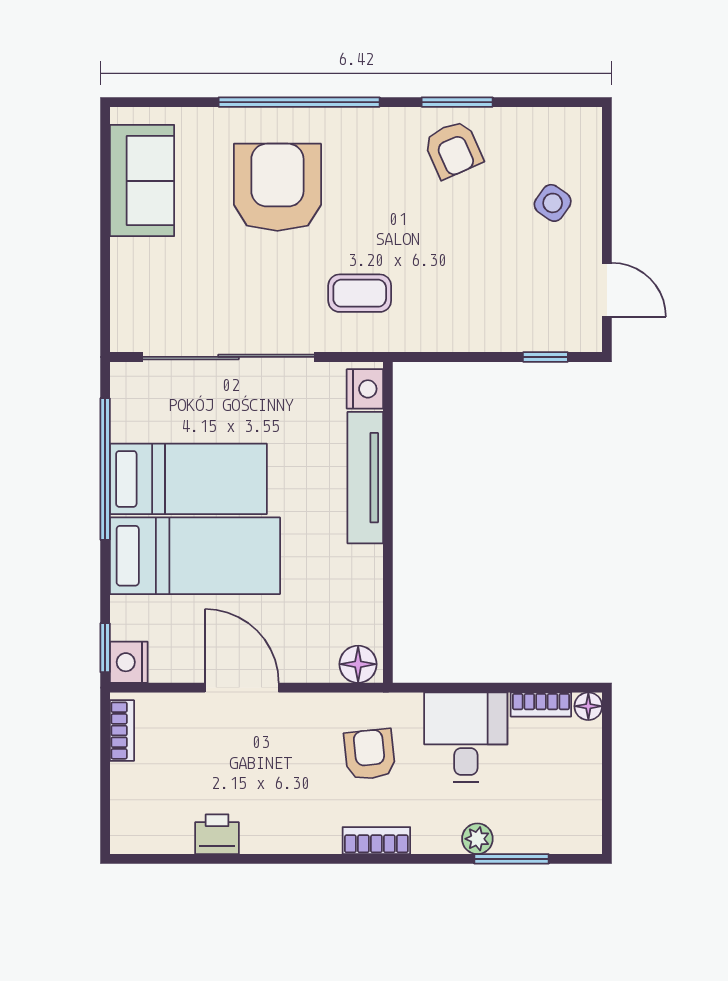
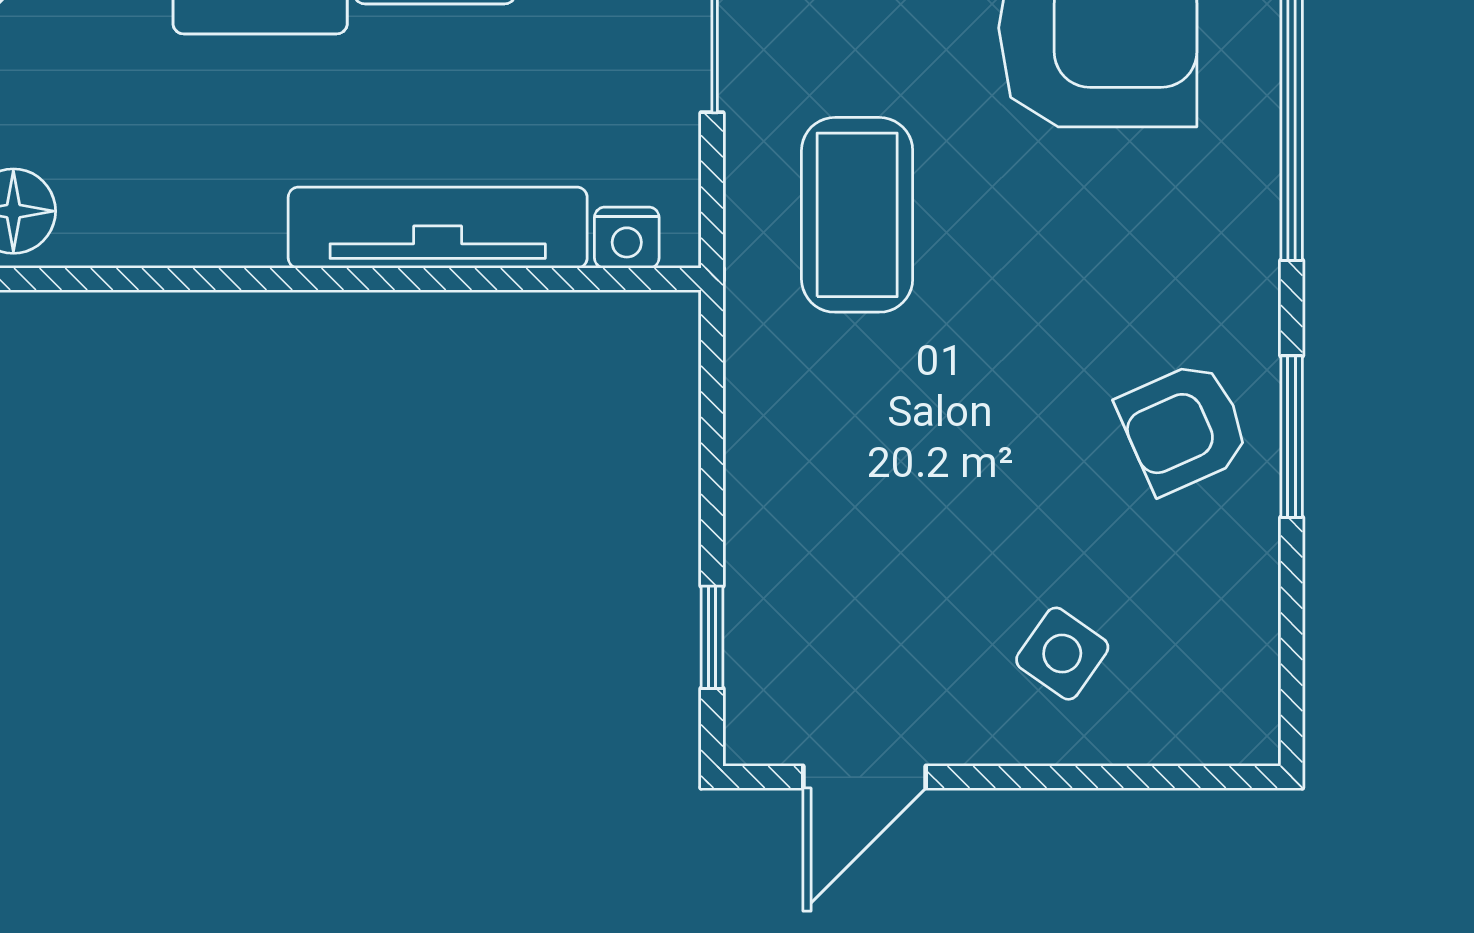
coffee table: (360, 293) -> (857, 215), width x1.36, depth x1.30
nightstand: (365, 389) -> (627, 238), width x0.72, depth x0.74

